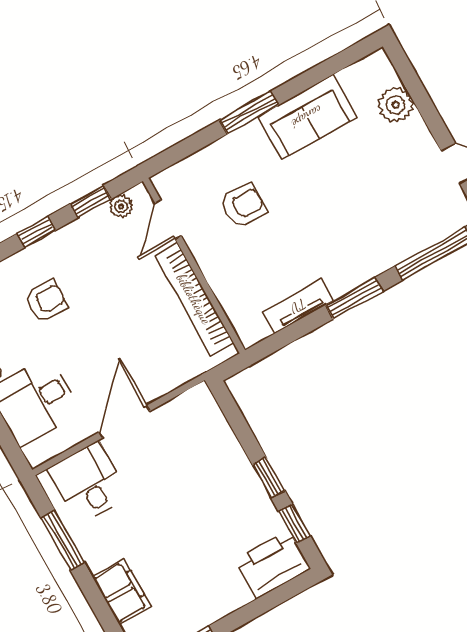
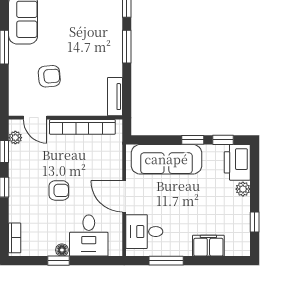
armchair: (243, 206) -> (49, 76), turned 85
armchair: (46, 301) -> (59, 190), moved, turned 90
tv unit: (298, 306) -> (115, 97), moved
sofa: (217, 454) -> (166, 159), added
plant: (237, 596) -> (243, 189), added

